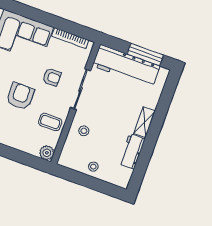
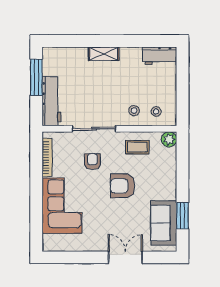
workbench: (126, 66) -> (51, 101), width x0.73, depth x0.76
coffee table: (50, 122) -> (137, 147), turned 90
workbench: (132, 151) -> (160, 56), moved
stool: (93, 167) -> (156, 112), moved

